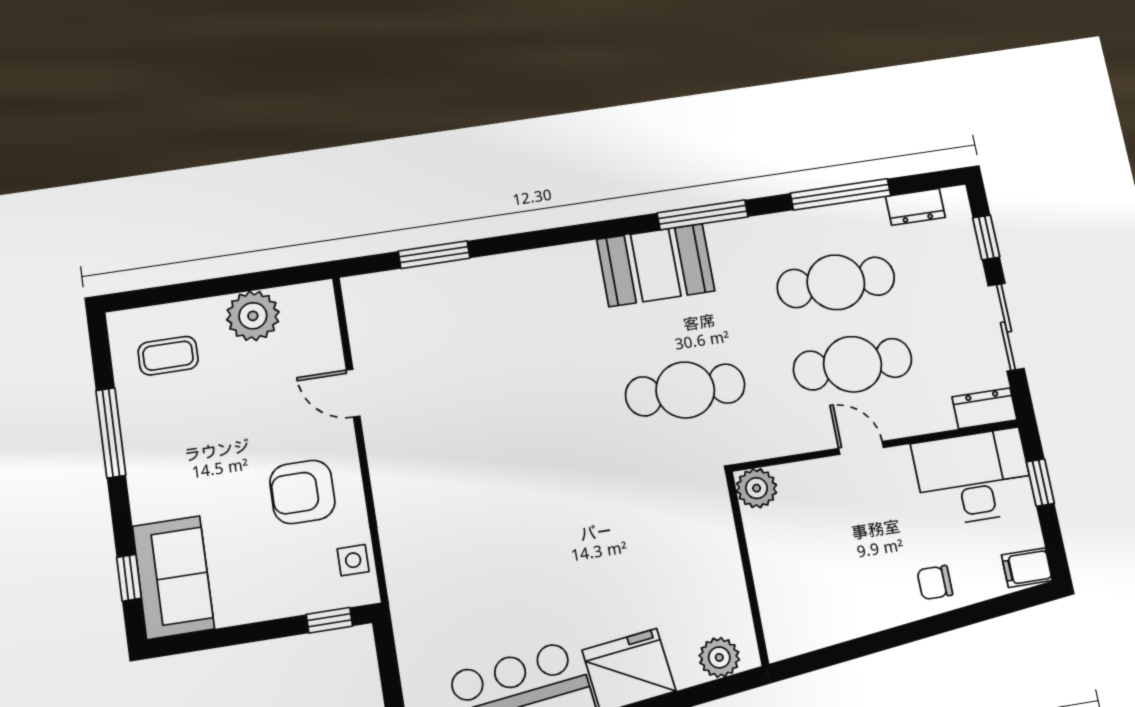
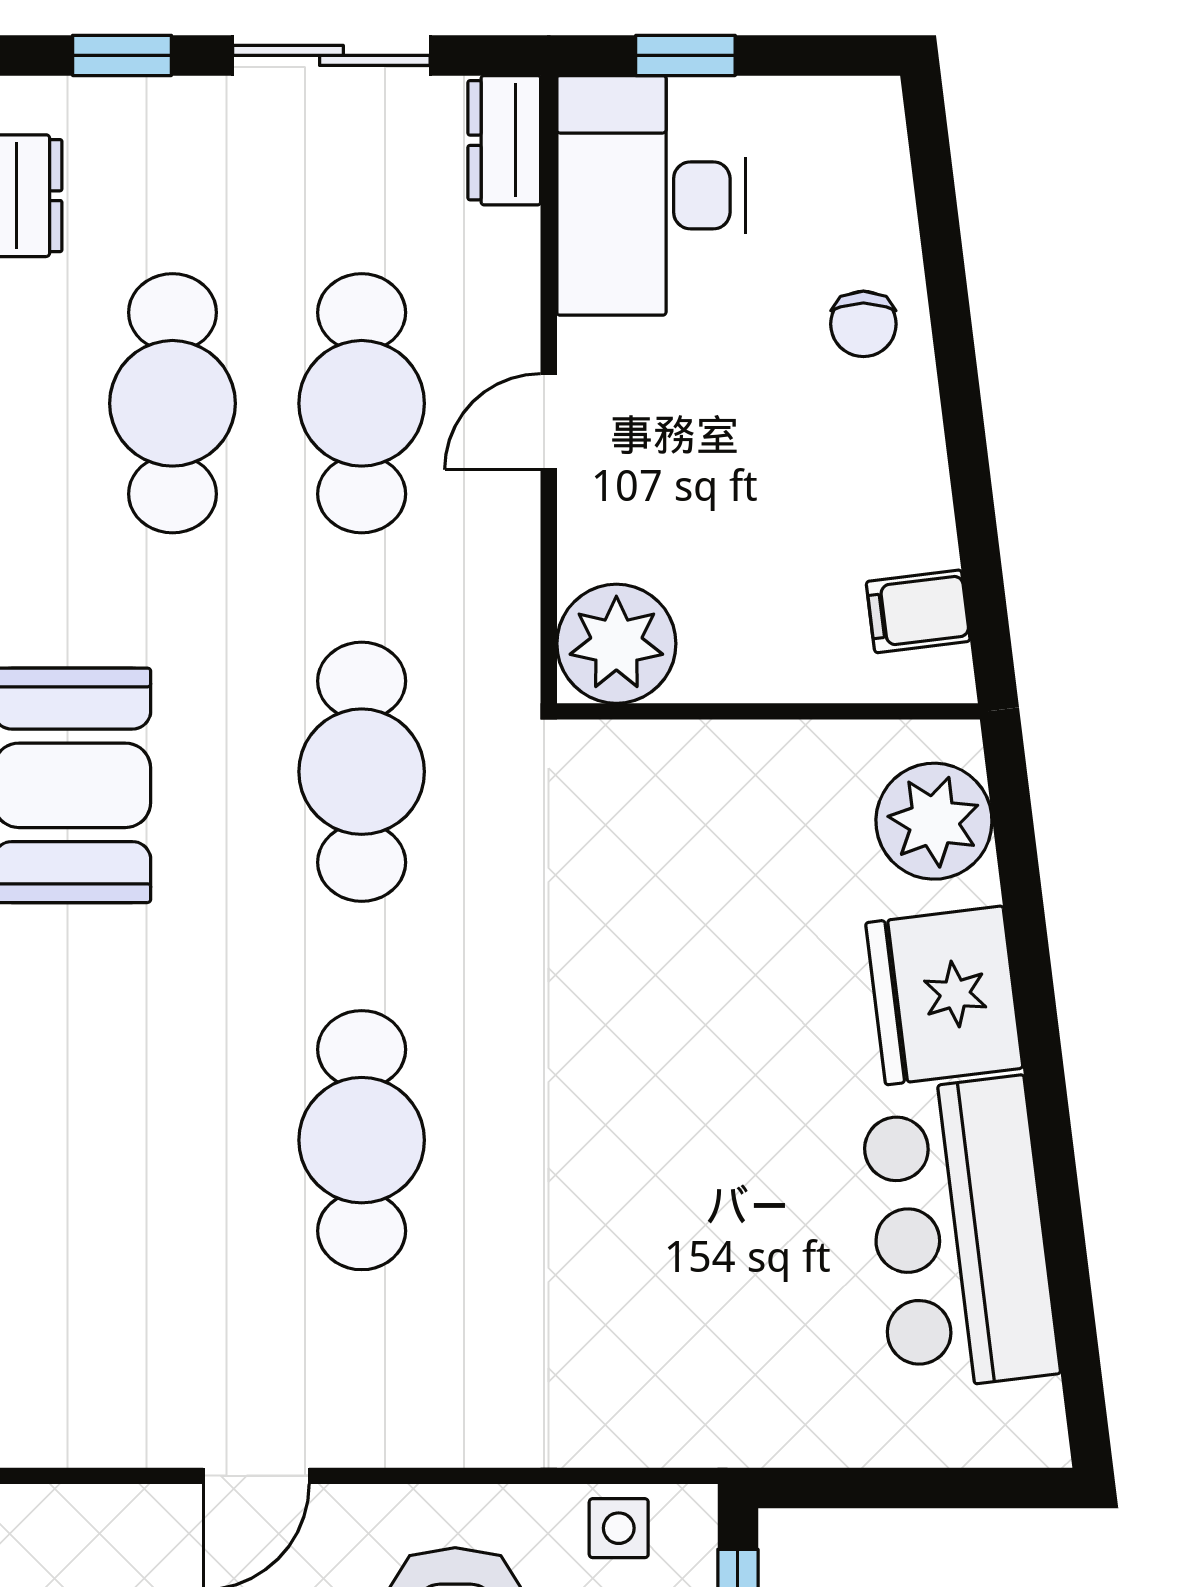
cafe table: (516, 416) -> (362, 1140), added
plant: (757, 488) -> (616, 644), width x1.36, depth x1.36
filing cabinet: (1027, 568) -> (918, 611), moved, turned 83
plant: (719, 657) -> (934, 821), width x1.36, depth x1.36

